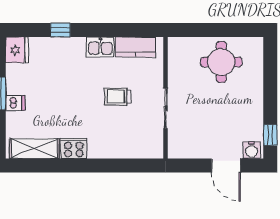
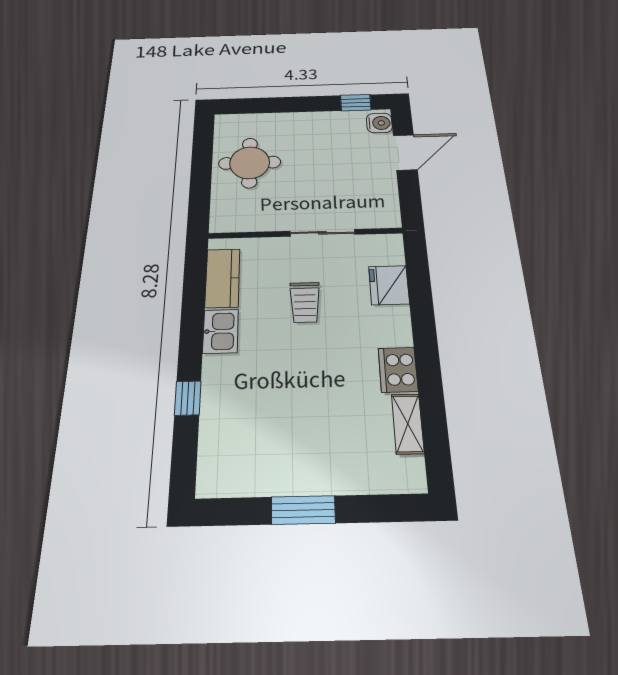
fridge: (17, 50) -> (389, 285), moved, turned -90
dishwasher: (15, 103) -> (321, 477), removed
shelving: (34, 149) -> (408, 424), width x0.67, depth x0.75

